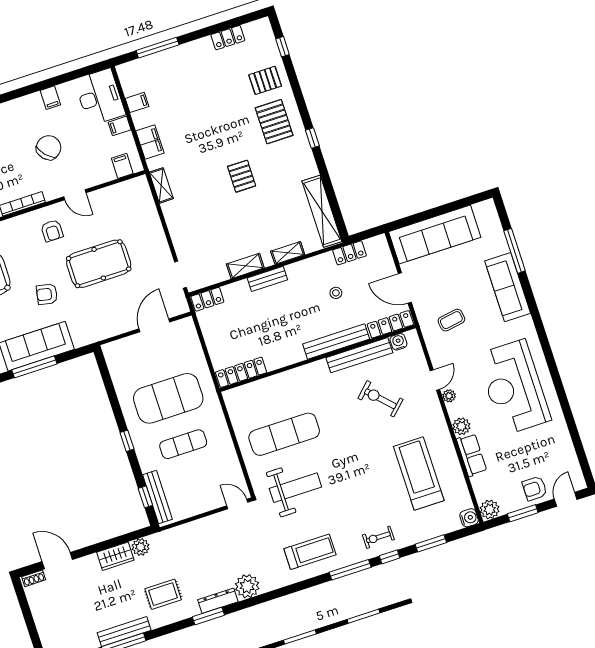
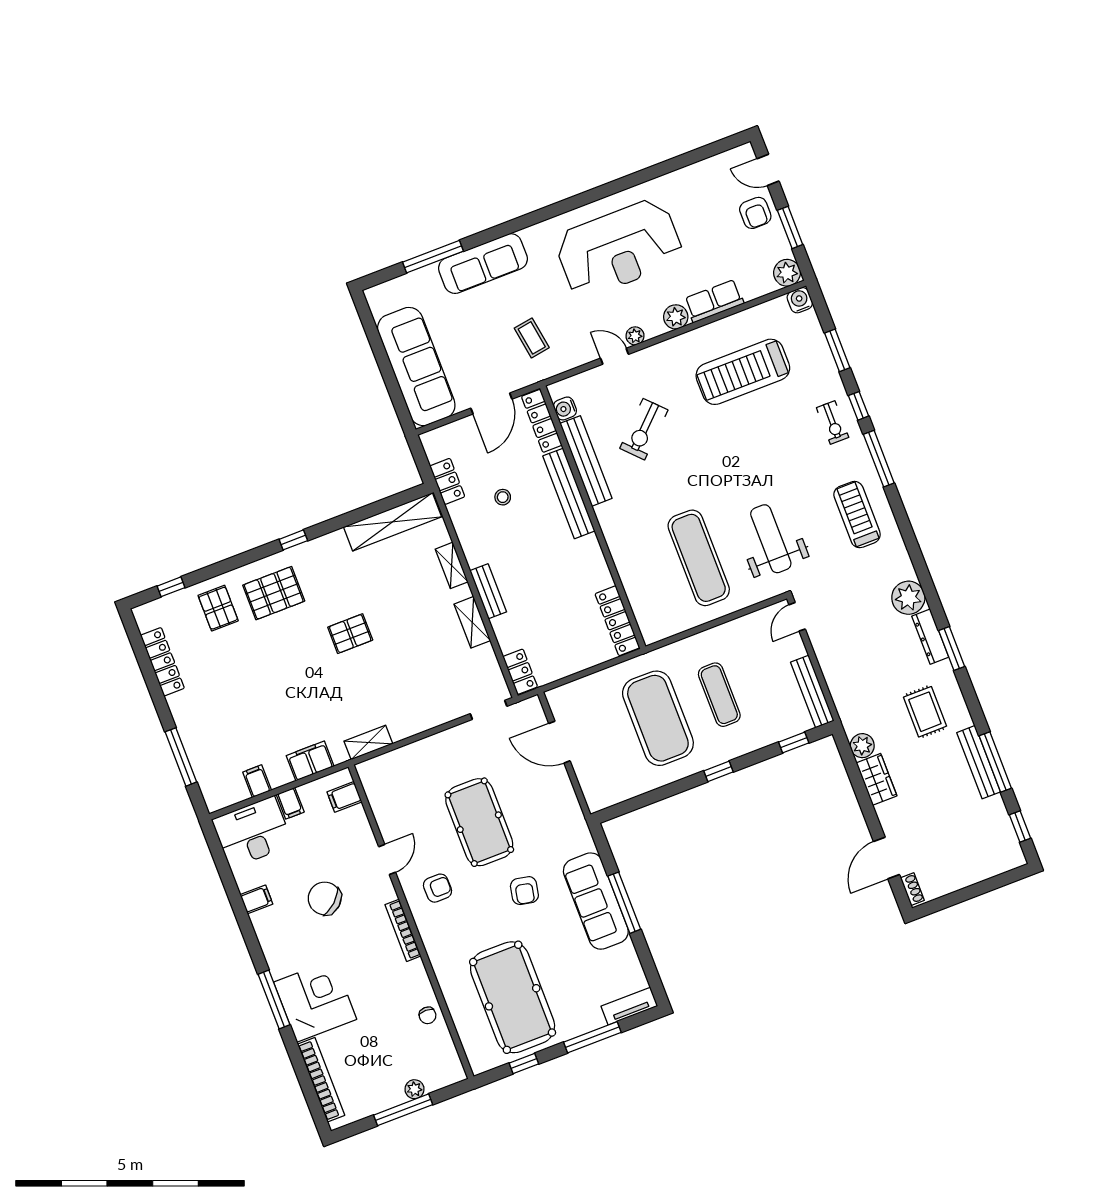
locker: (228, 38) -> (162, 662), width x1.53
bench: (157, 497) -> (812, 692), moved, turned 90

